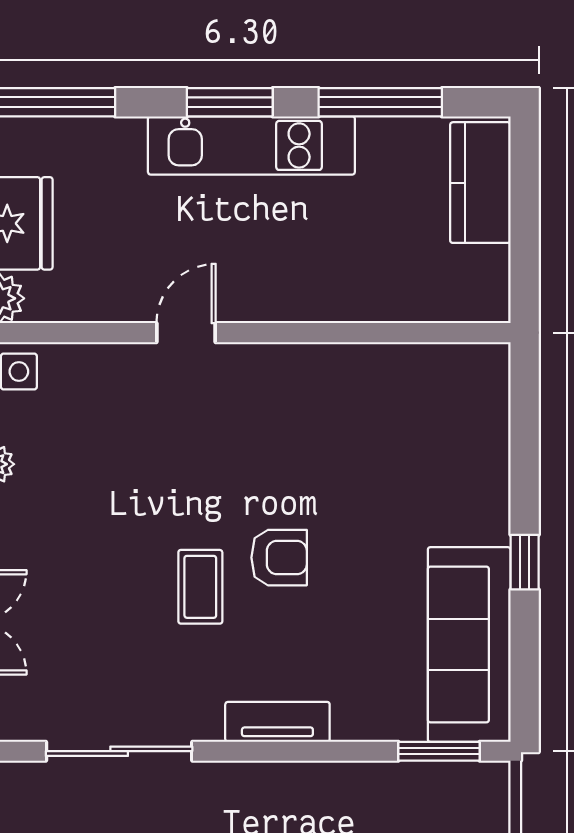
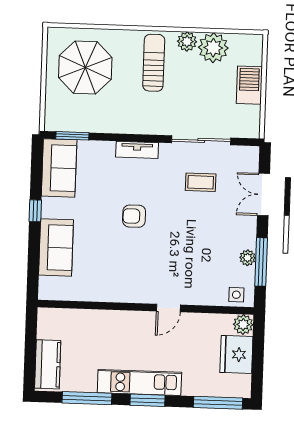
sofa: (470, 473) -> (56, 247), added
coffee table: (200, 587) -> (201, 182), moved, turned 90
sofa: (469, 644) -> (59, 168), width x0.73

